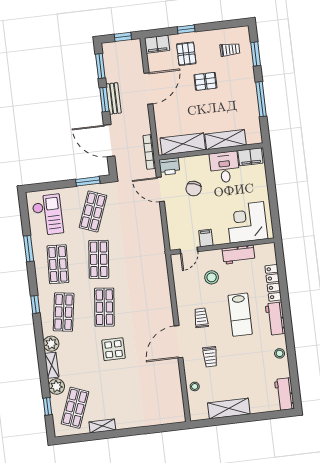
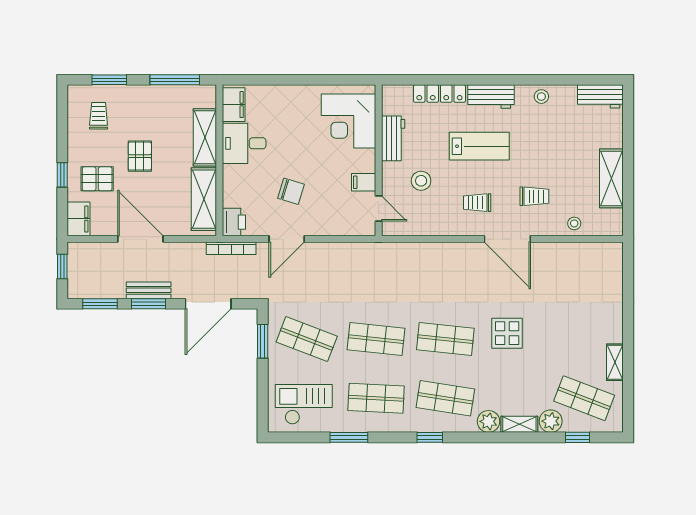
shelving: (226, 140) -> (205, 137), moved
shelving: (183, 144) -> (204, 199), moved
wall: (211, 151) -> (219, 160), moved
filing cabinet: (250, 157) -> (234, 105), moved
printer: (169, 167) -> (234, 222), moved
desk: (225, 167) -> (244, 143), moved

